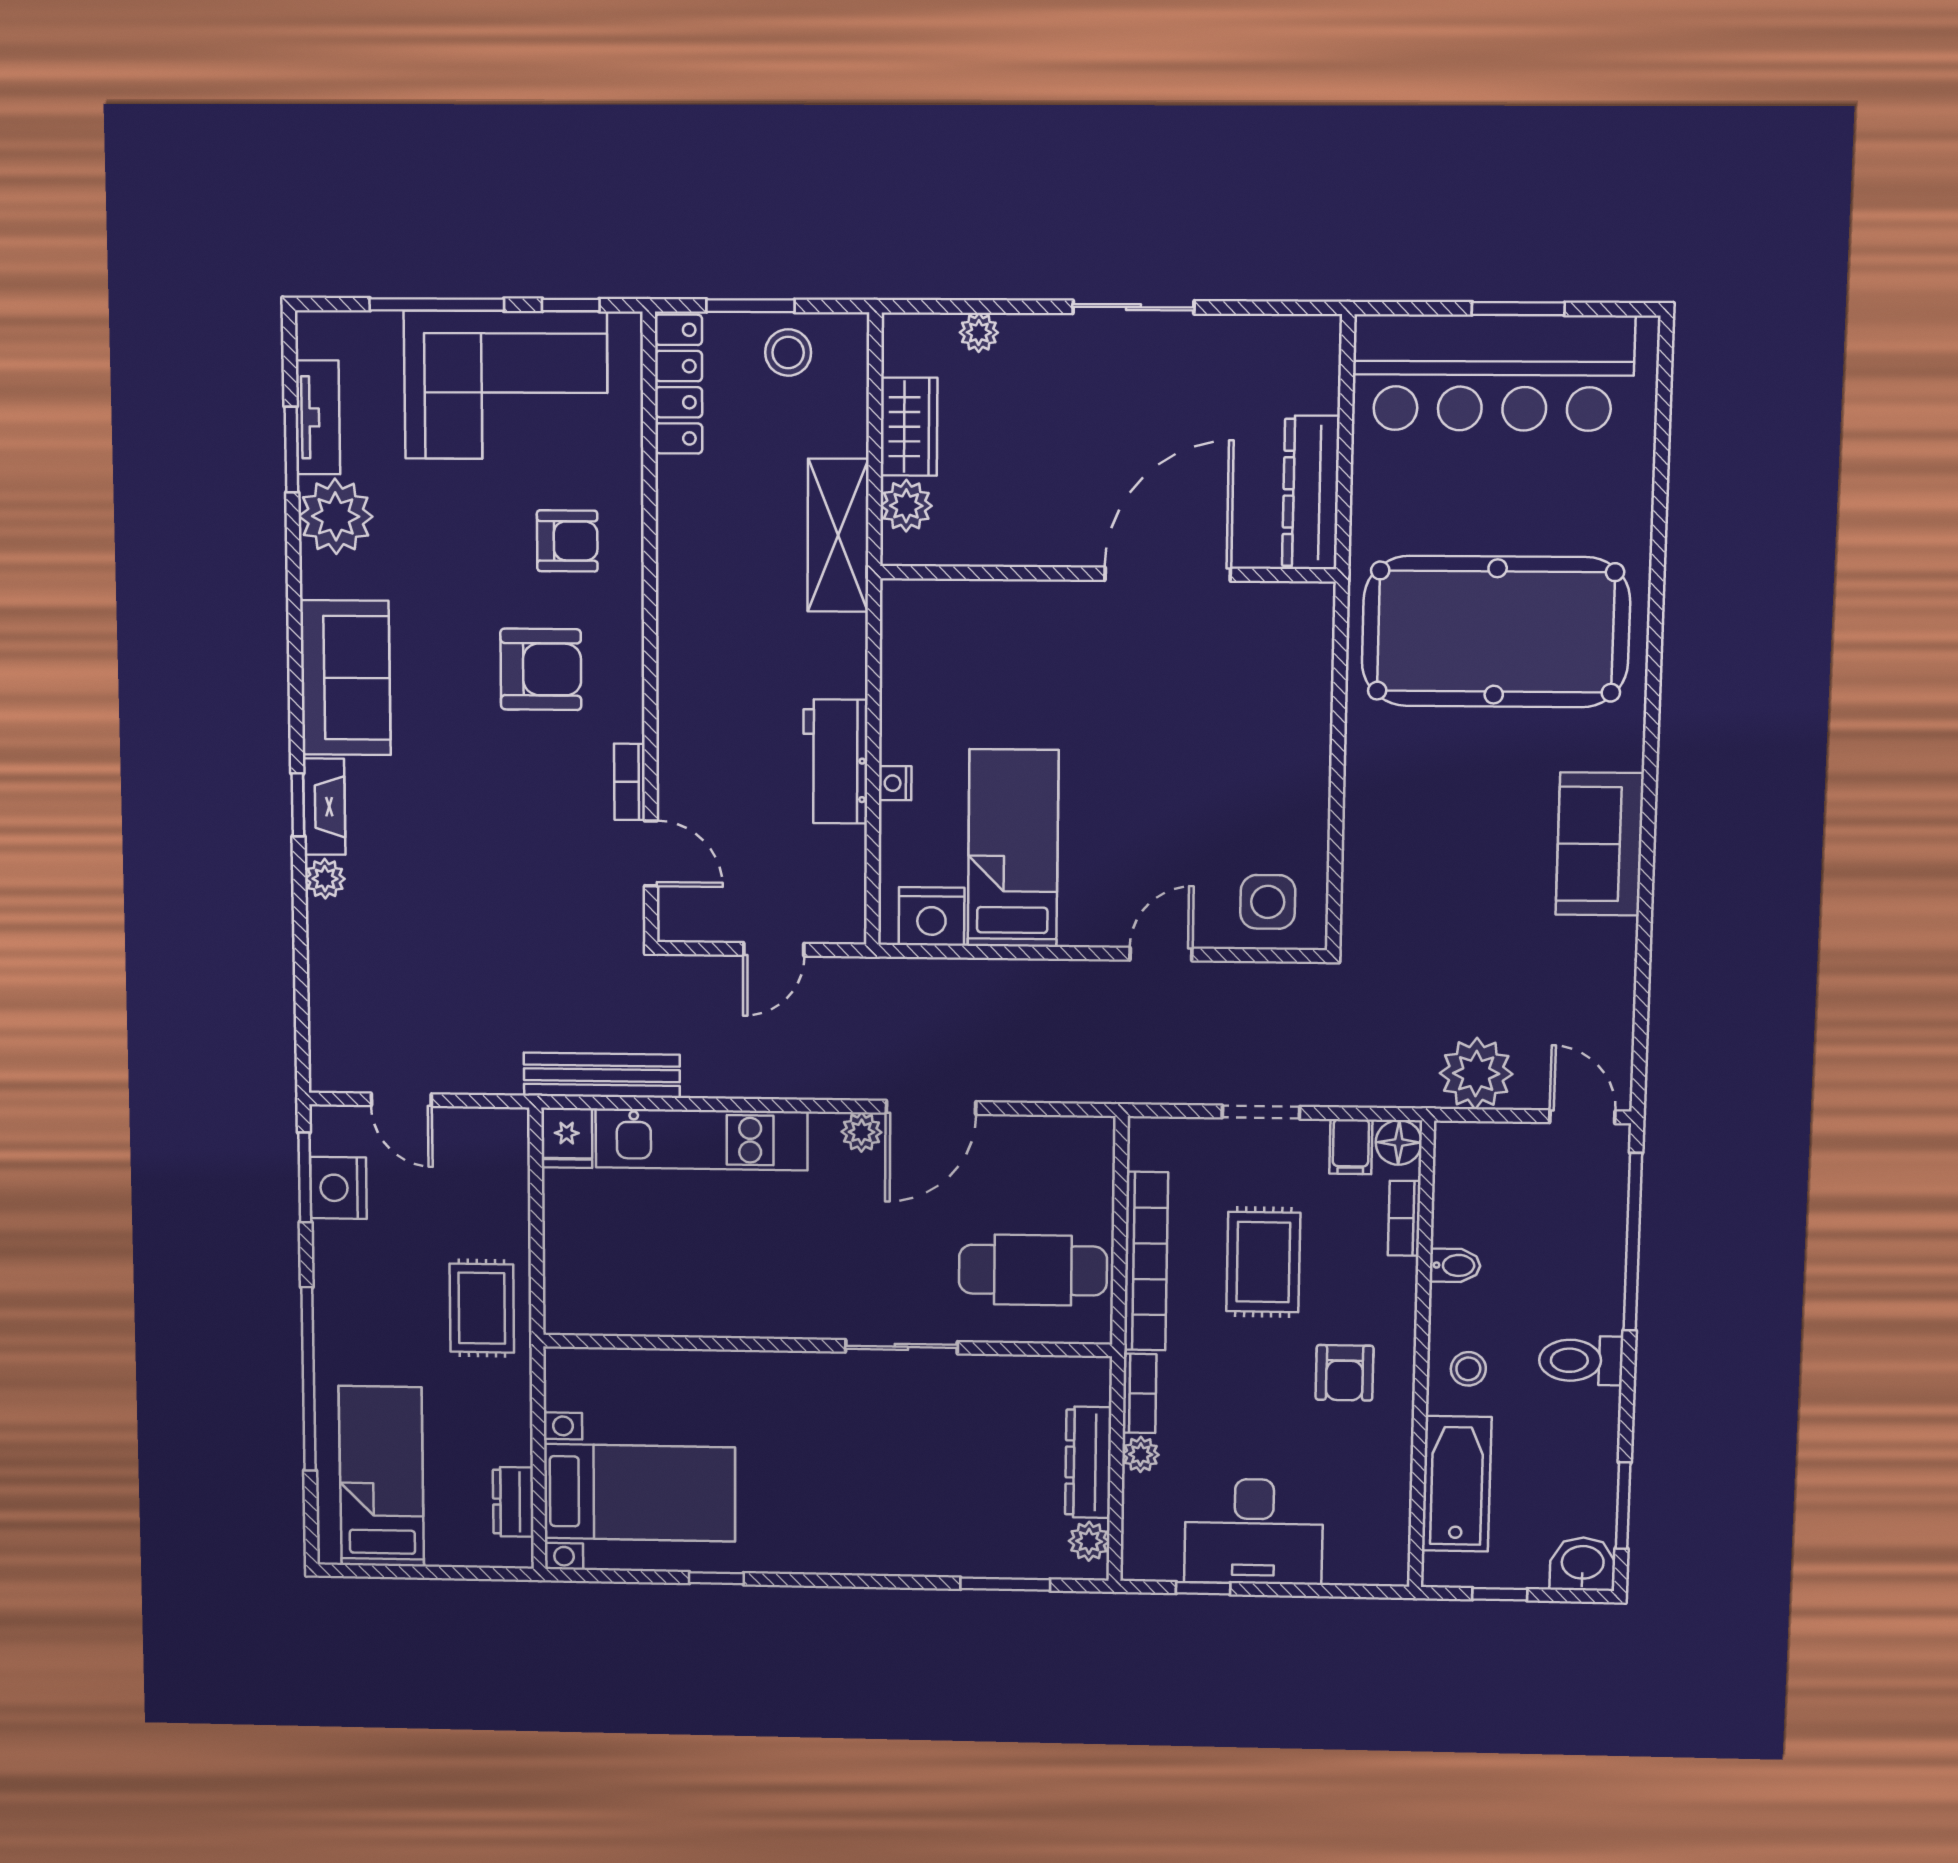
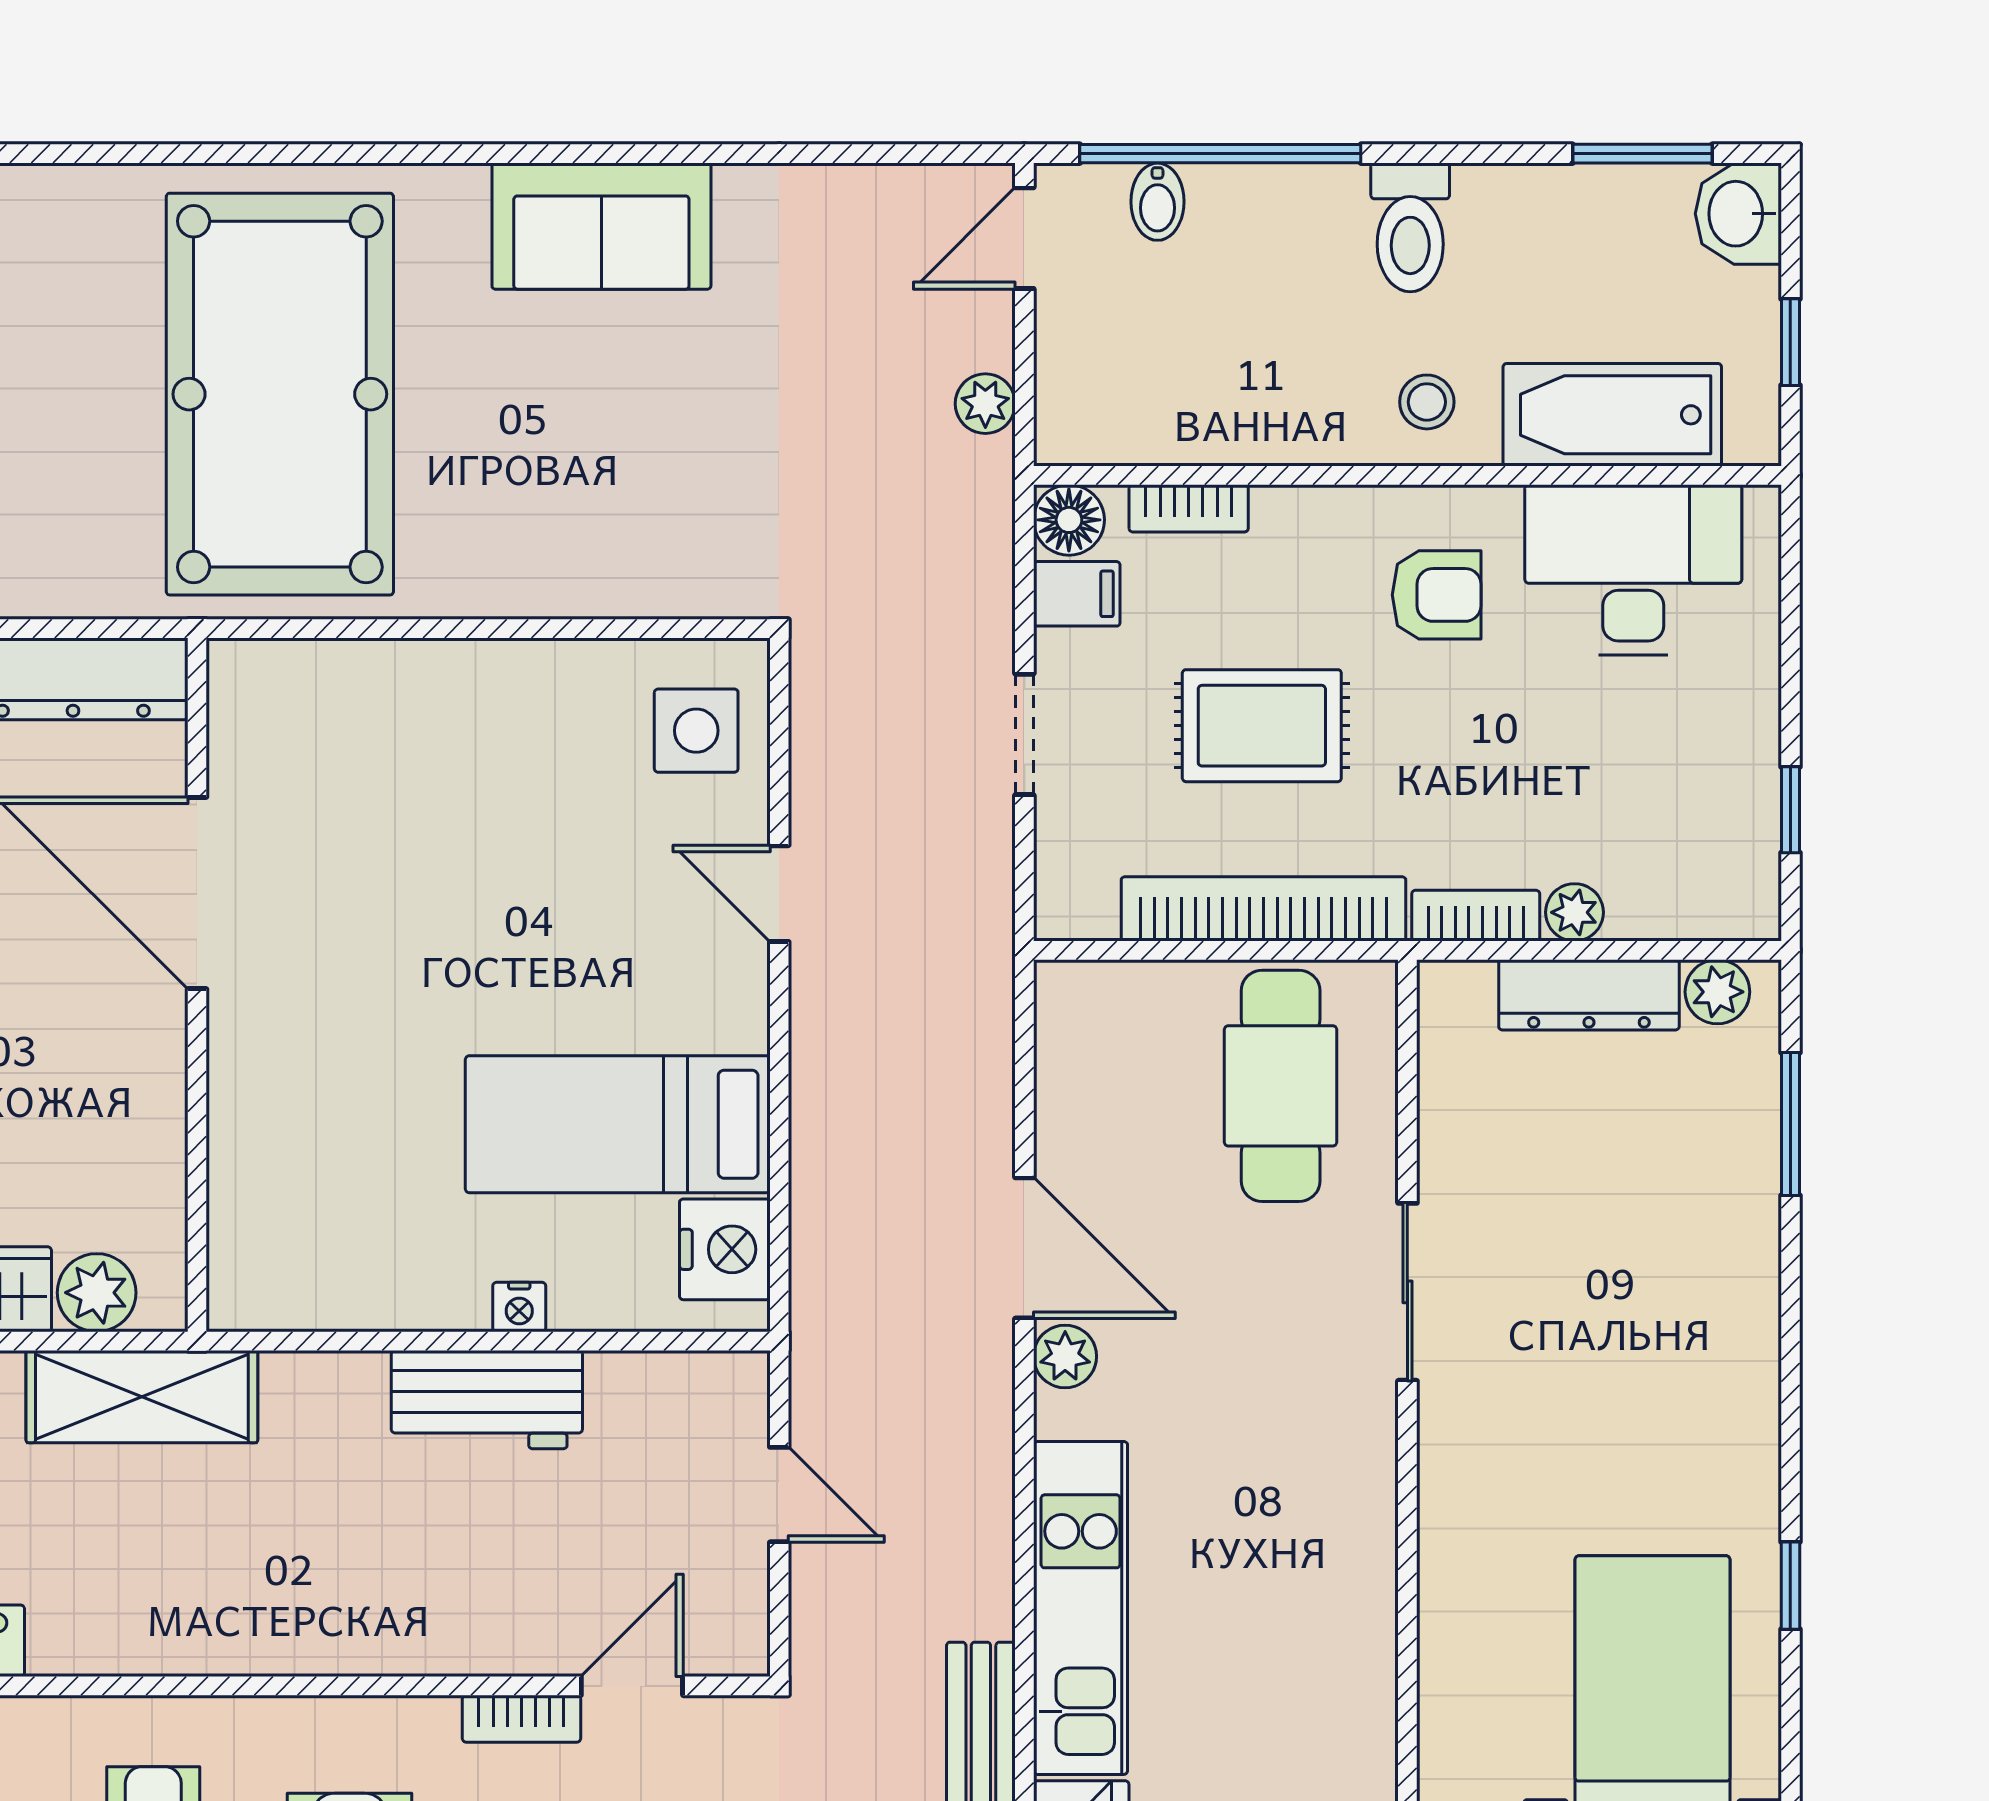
plant: (1476, 1074) -> (985, 404), width x0.53, depth x0.53
bidet: (1455, 1265) -> (1158, 202), moved, turned 180
desk: (1254, 1532) -> (1633, 570), moved, turned -90

